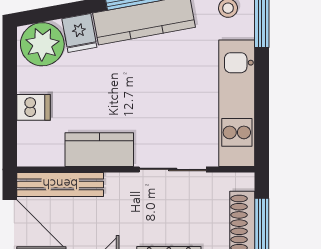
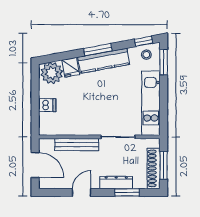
kitchen counter: (99, 150) -> (81, 127), removed
bench: (60, 184) -> (77, 145), moved

